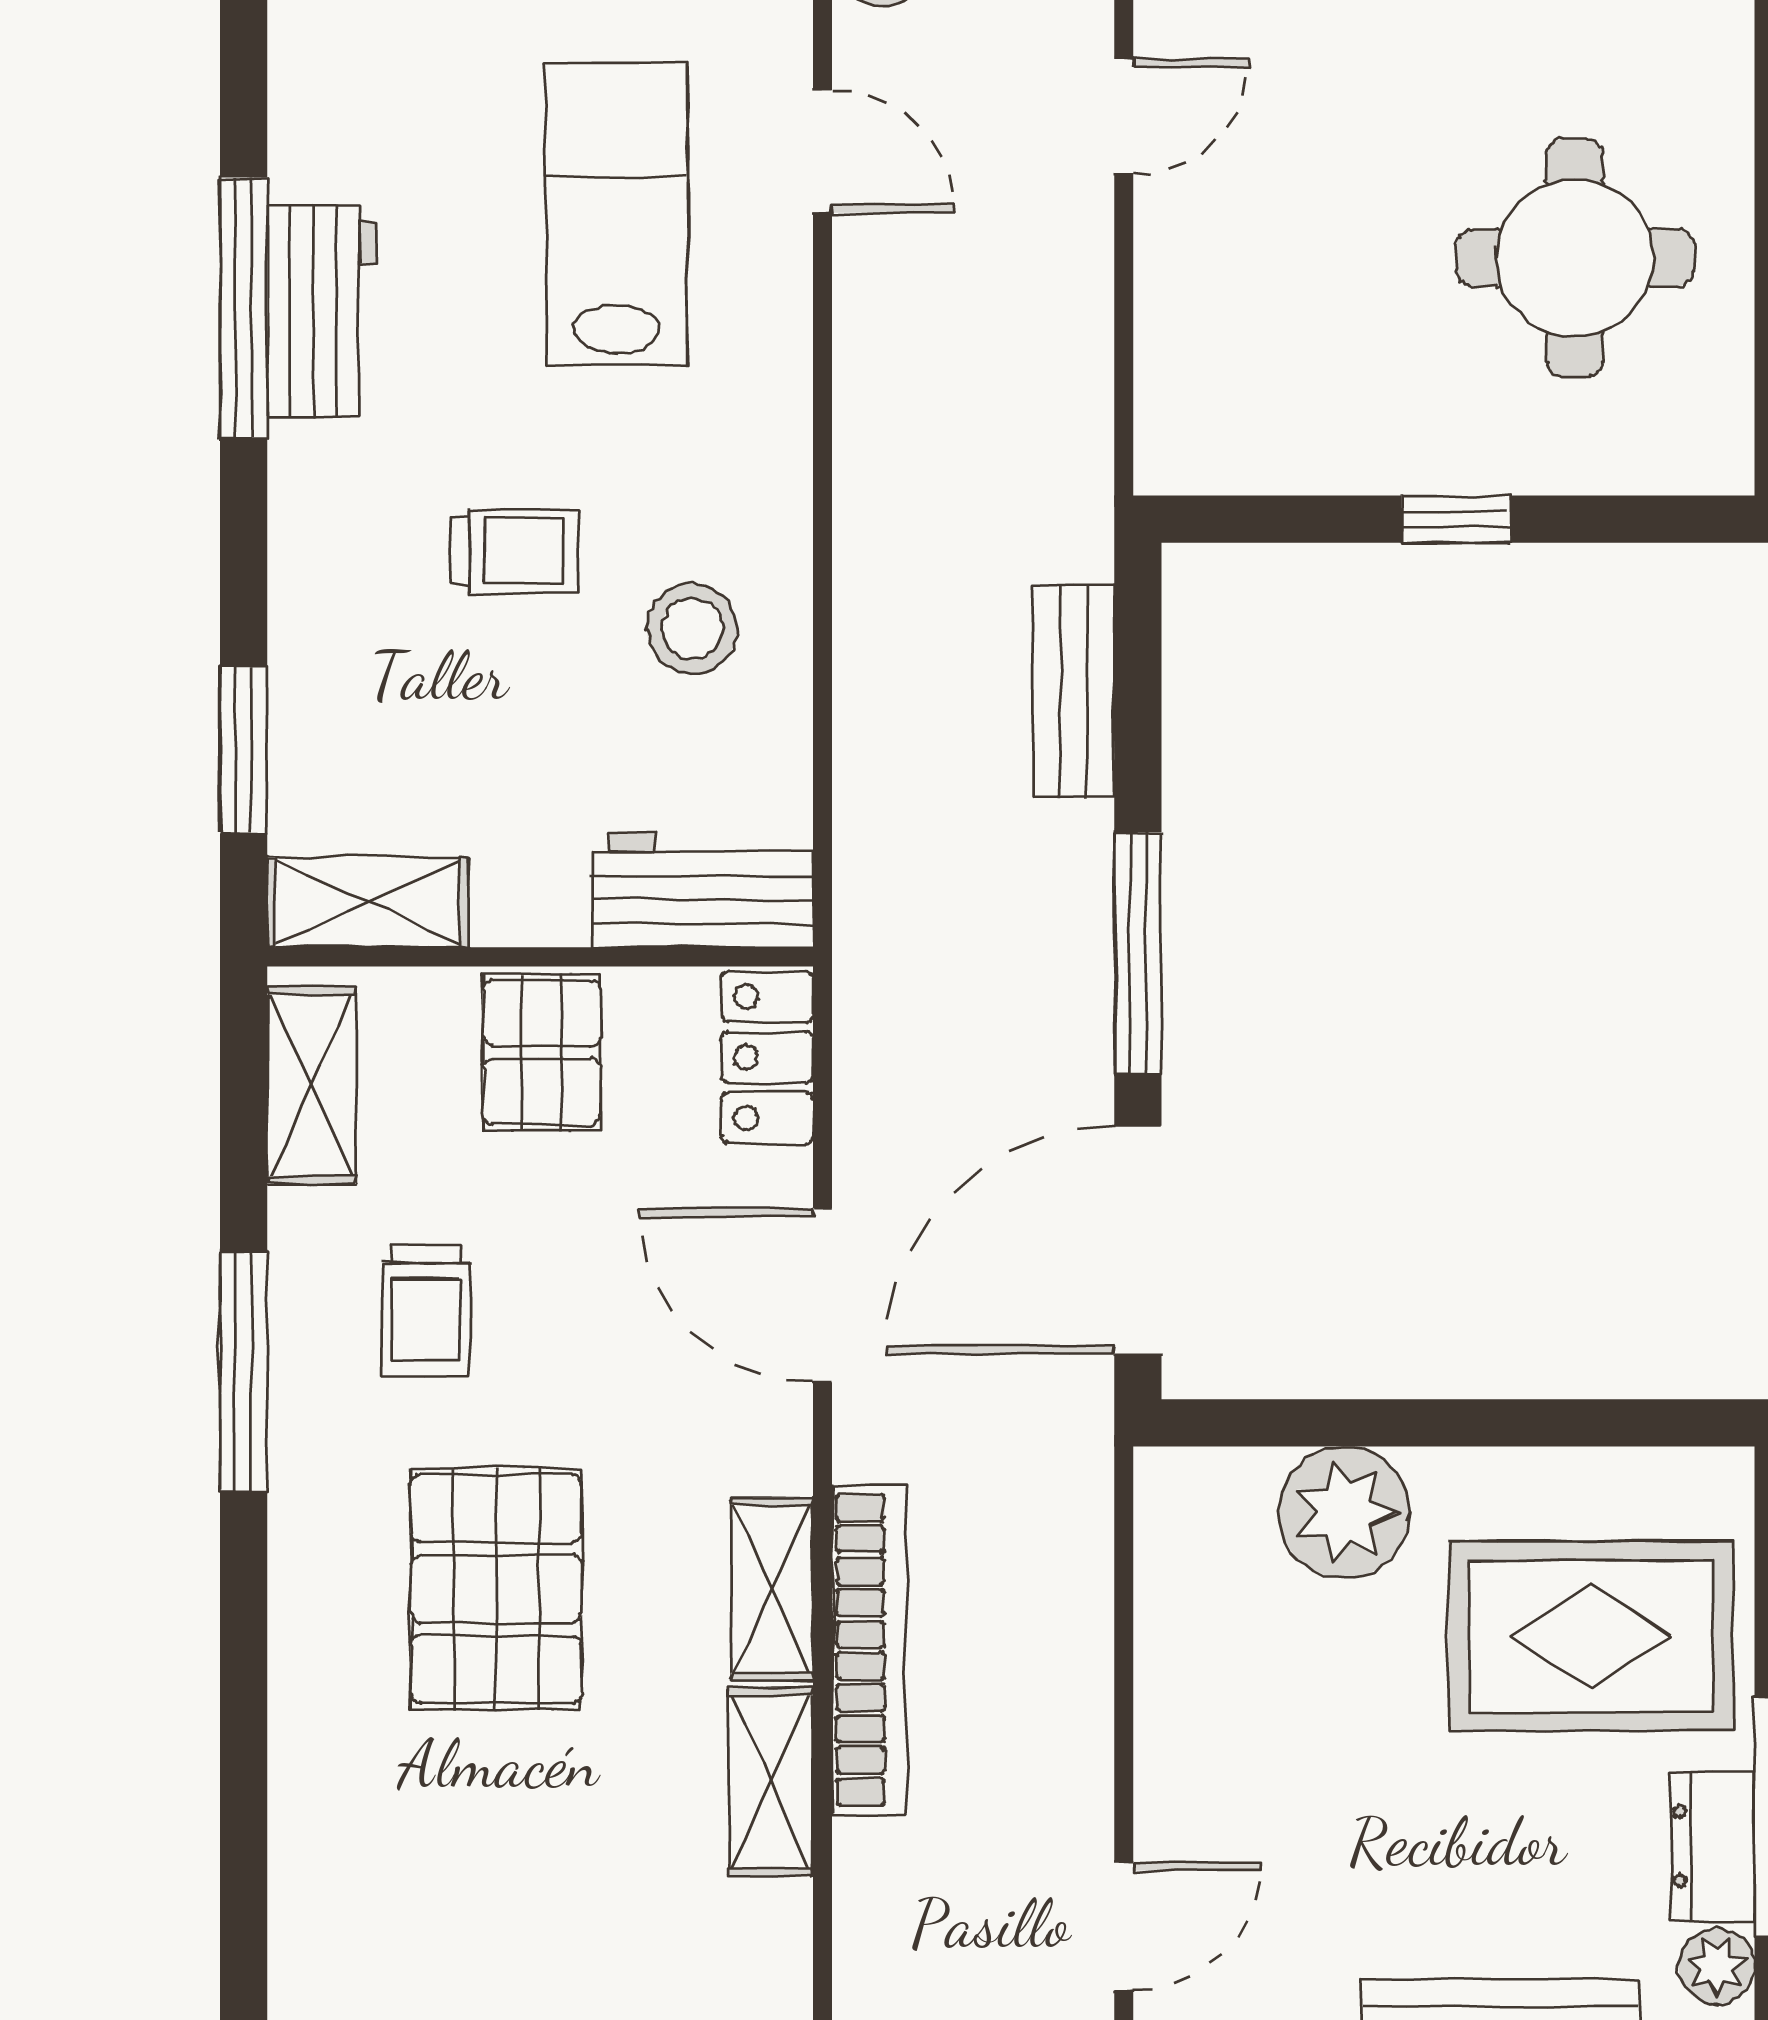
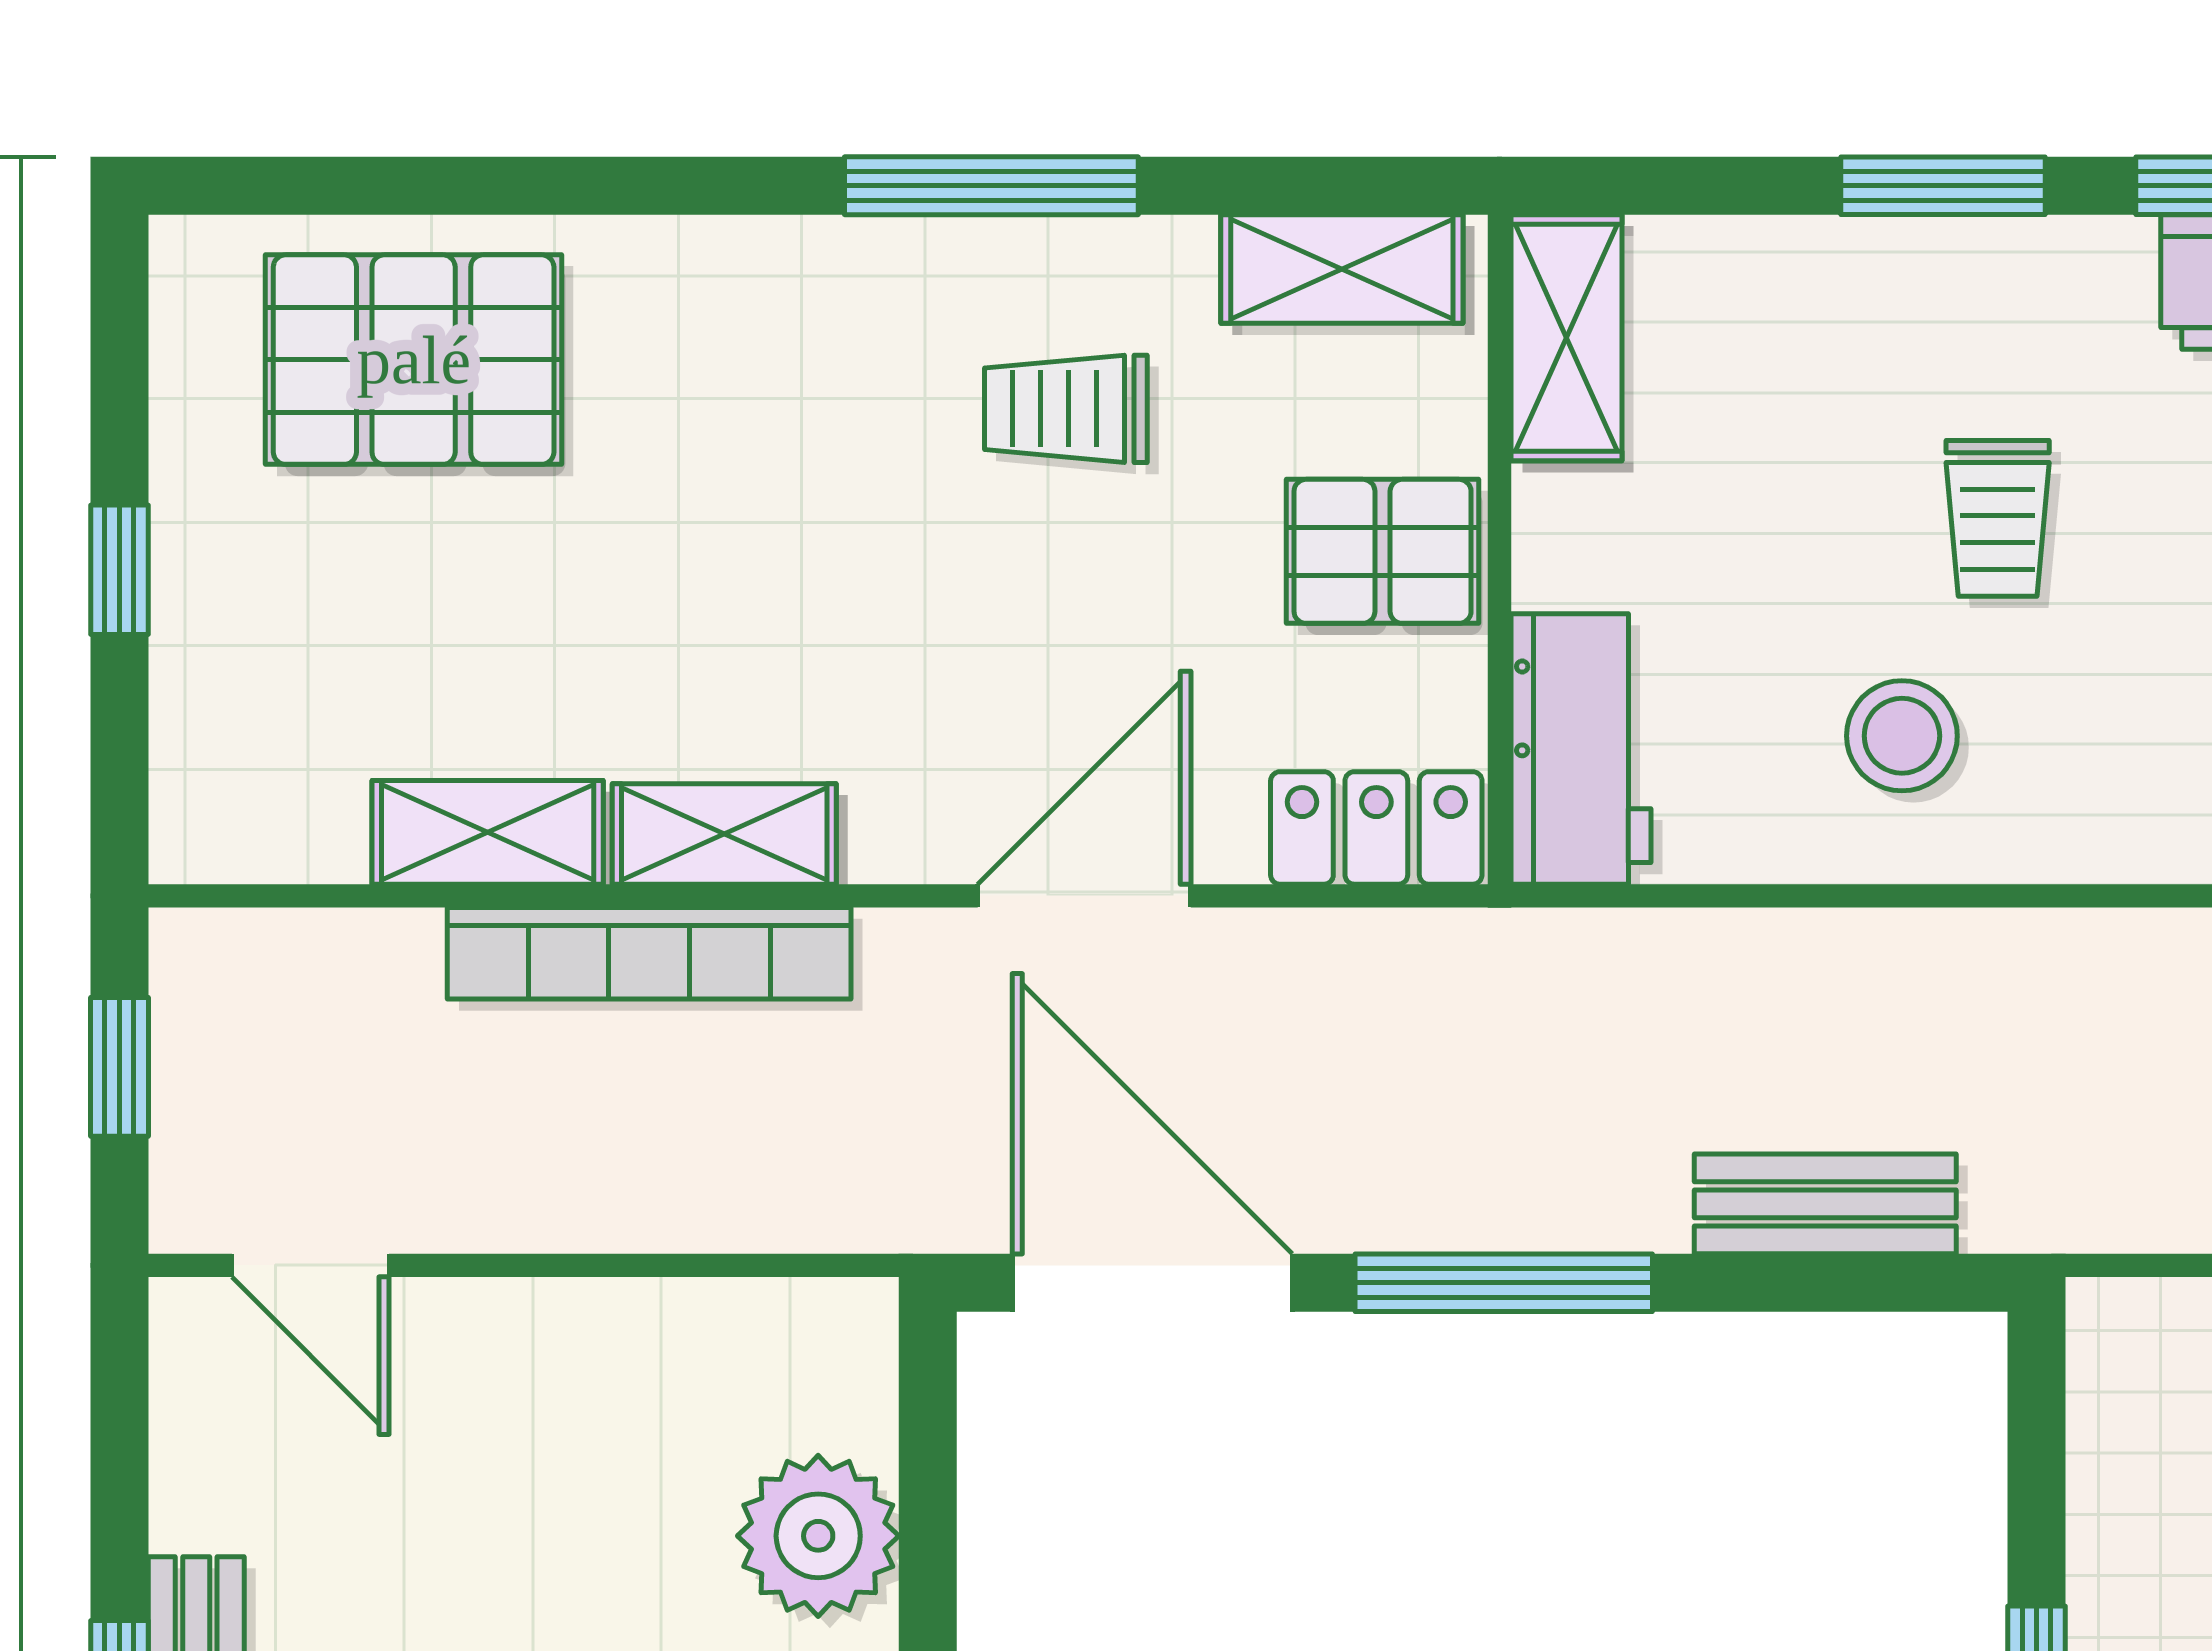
window: (244, 750) -> (1943, 186), moved
pallet: (496, 1589) -> (414, 360), moved

